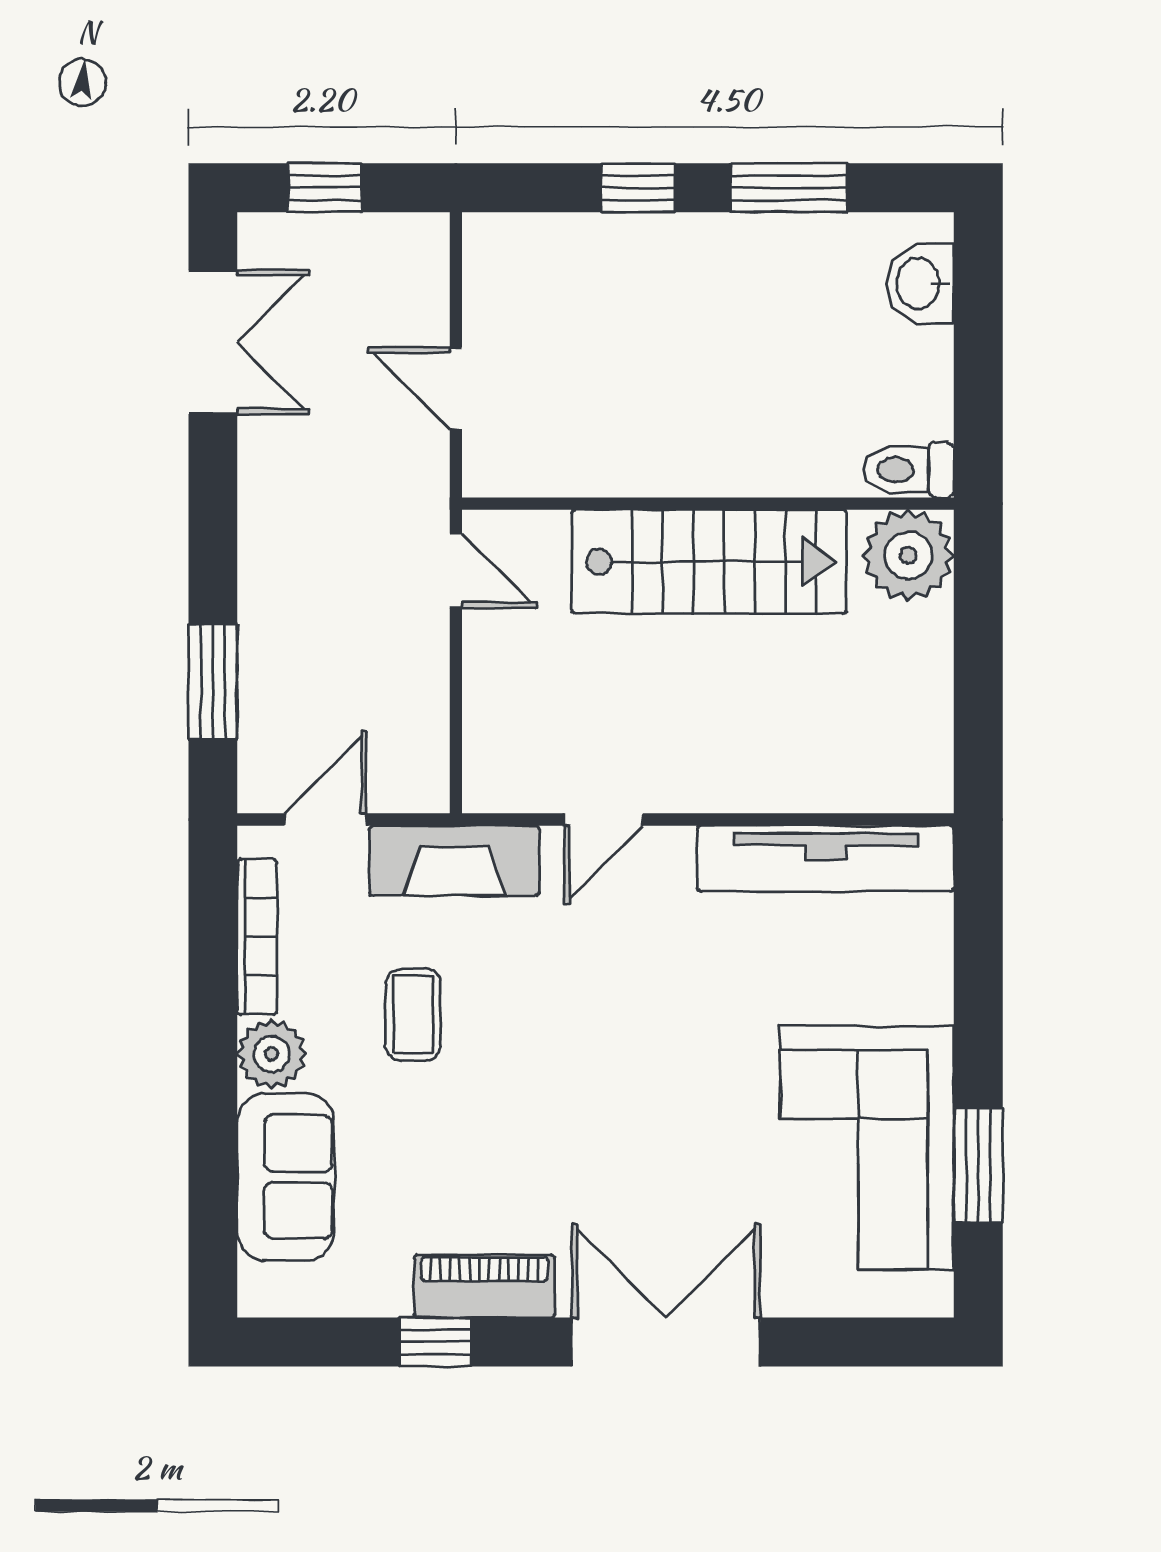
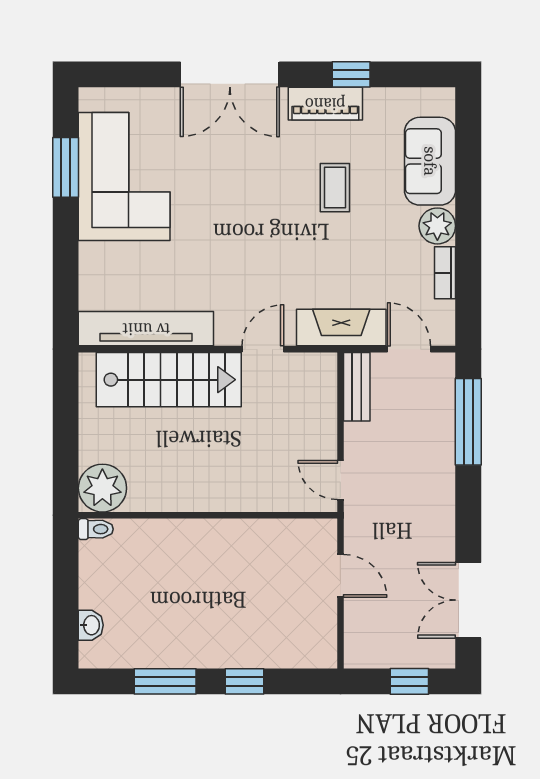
washbasin: (920, 283) -> (91, 625), width x0.72, depth x0.69
toilet: (908, 470) -> (96, 529), width x0.73, depth x0.72
stairs: (709, 562) -> (169, 380), moved, turned 180
window: (213, 681) -> (468, 422), width x1.44
bench: (425, 748) -> (357, 387), added
door: (326, 820) -> (409, 349), swing flipped
bookcase: (257, 937) -> (445, 273), width x0.64
coffee table: (413, 1014) -> (335, 188), moved

